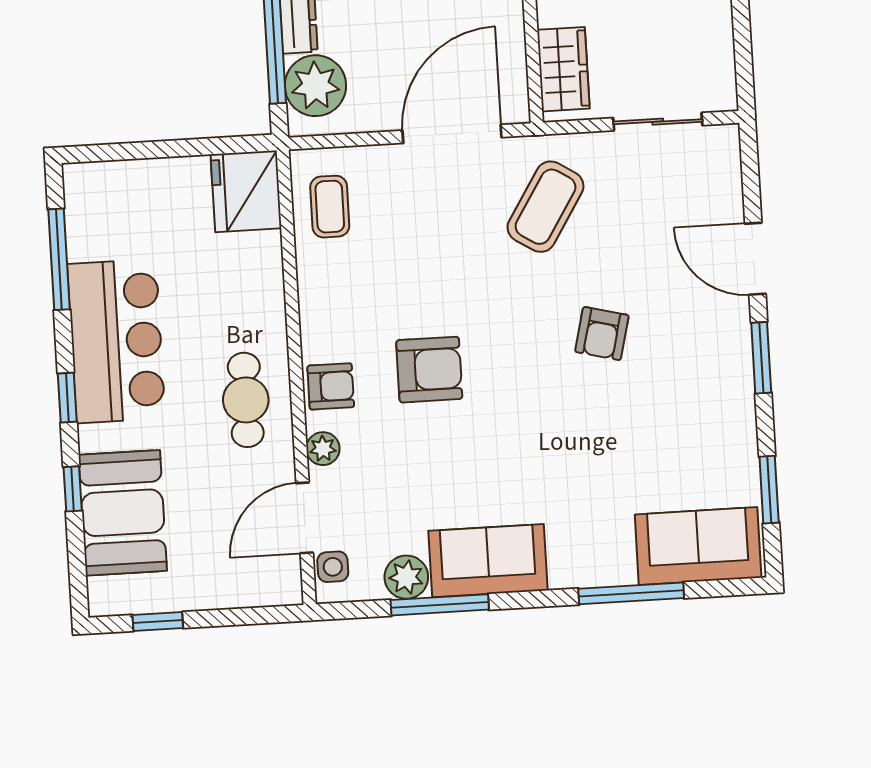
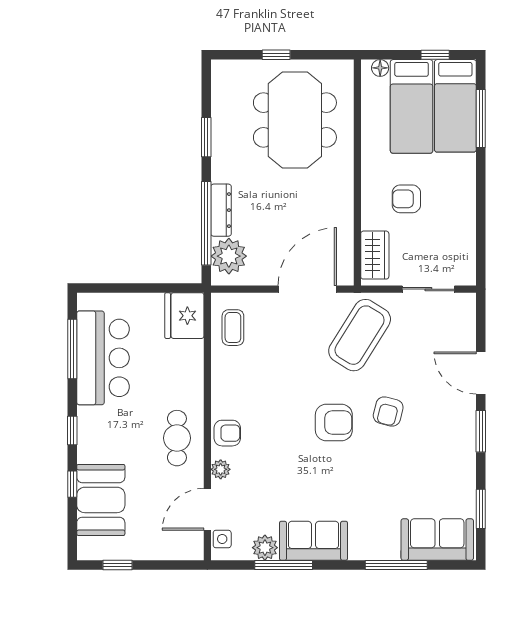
coffee table: (546, 207) -> (360, 335), width x1.36, depth x1.32
bar counter: (116, 341) -> (103, 358), moved
armchair: (429, 370) -> (334, 422), moved

